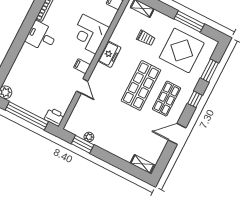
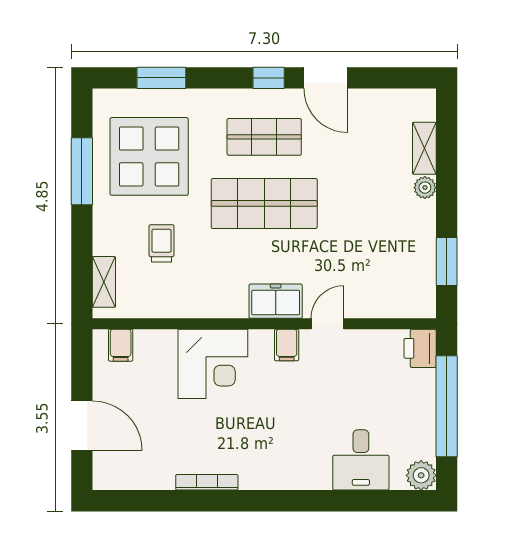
desk: (41, 36) -> (361, 460), moved
freezer: (109, 54) -> (276, 301), moved
window: (195, 99) -> (269, 78), moved
plant: (89, 137) -> (425, 188), moved
shelving: (142, 164) -> (424, 148), moved

